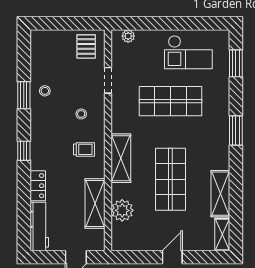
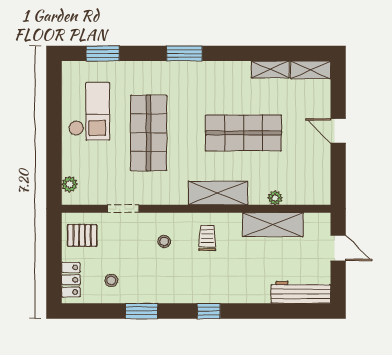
stool: (45, 91) -> (111, 280), moved
locker: (38, 186) -> (71, 280), moved, turned 90
shelving: (220, 194) -> (270, 69), width x0.67, depth x0.75
plant: (122, 210) -> (275, 198), width x0.53, depth x0.53

